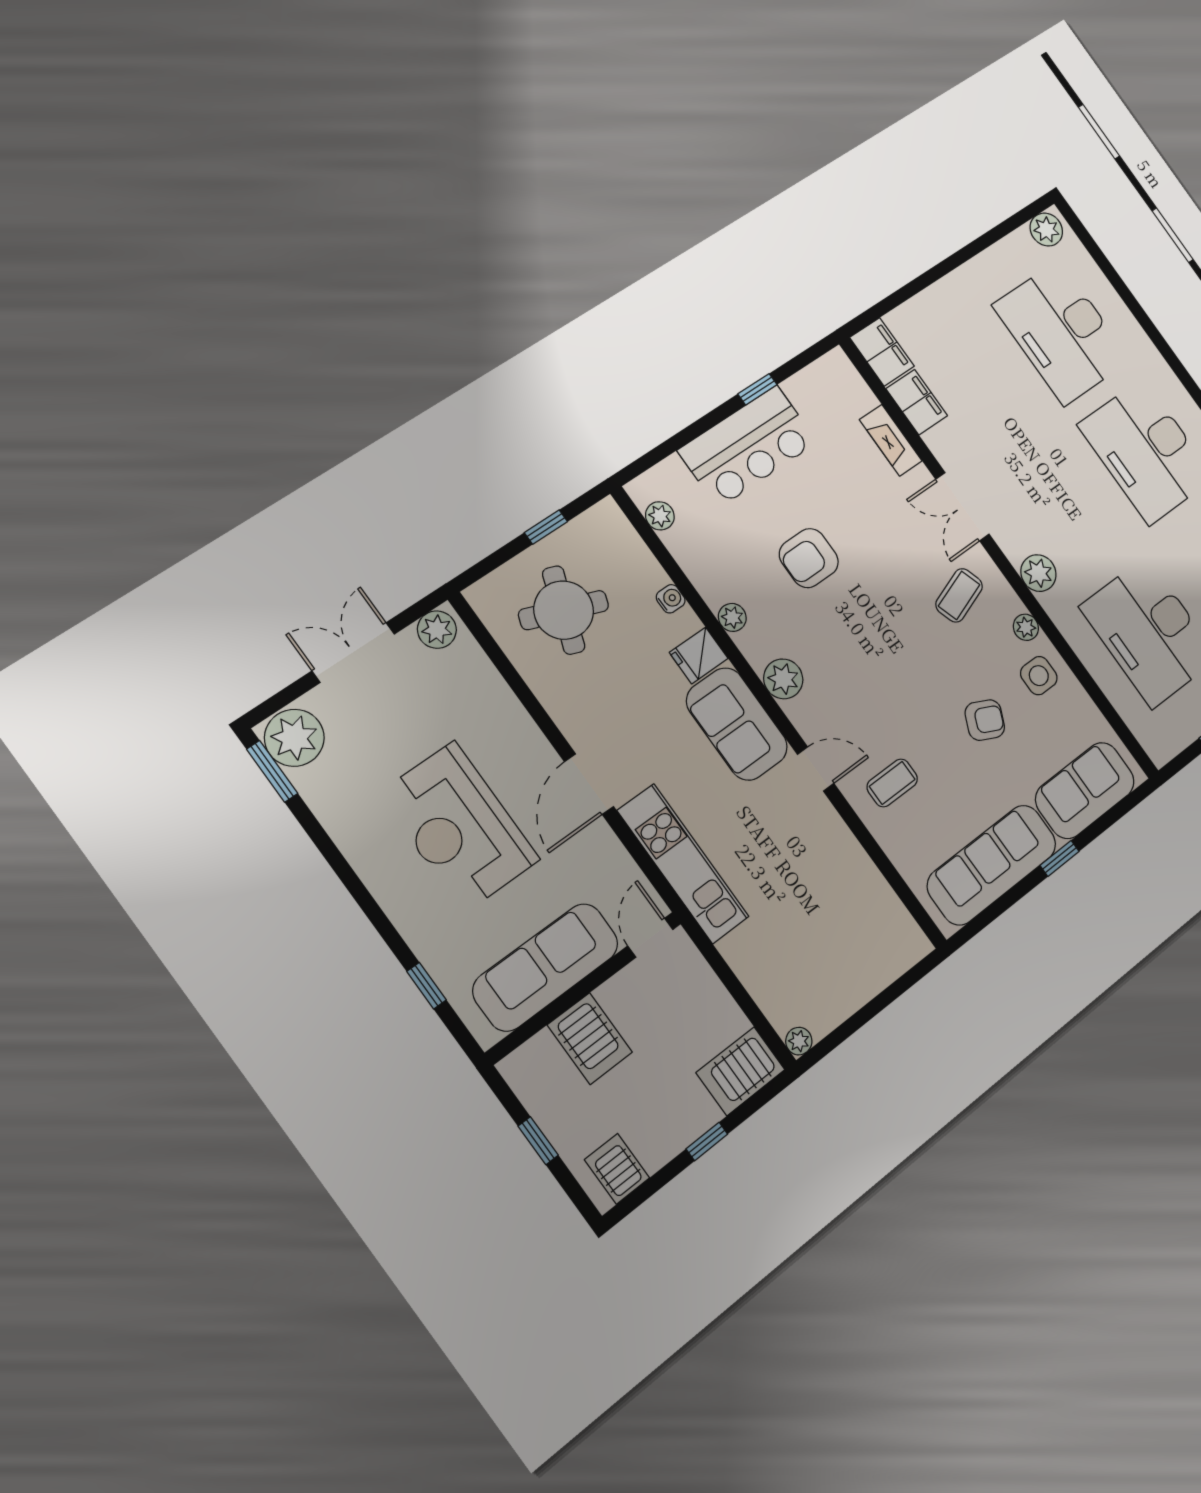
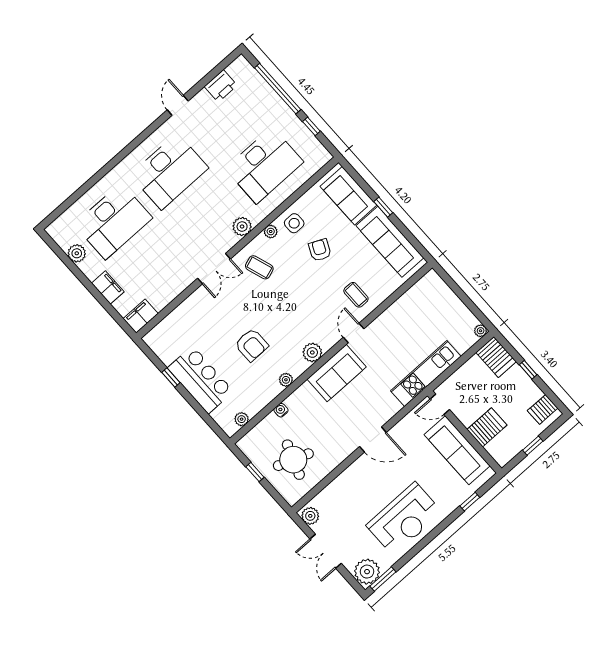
plant: (1046, 230) -> (77, 253), moved
filing cabinet: (917, 402) -> (108, 287), moved, turned 90
fireplace: (891, 440) -> (186, 308), removed
fridge: (699, 655) -> (306, 394), removed
reception desk: (459, 827) -> (404, 519), moved
kitchen unit: (683, 864) -> (426, 374), moved

